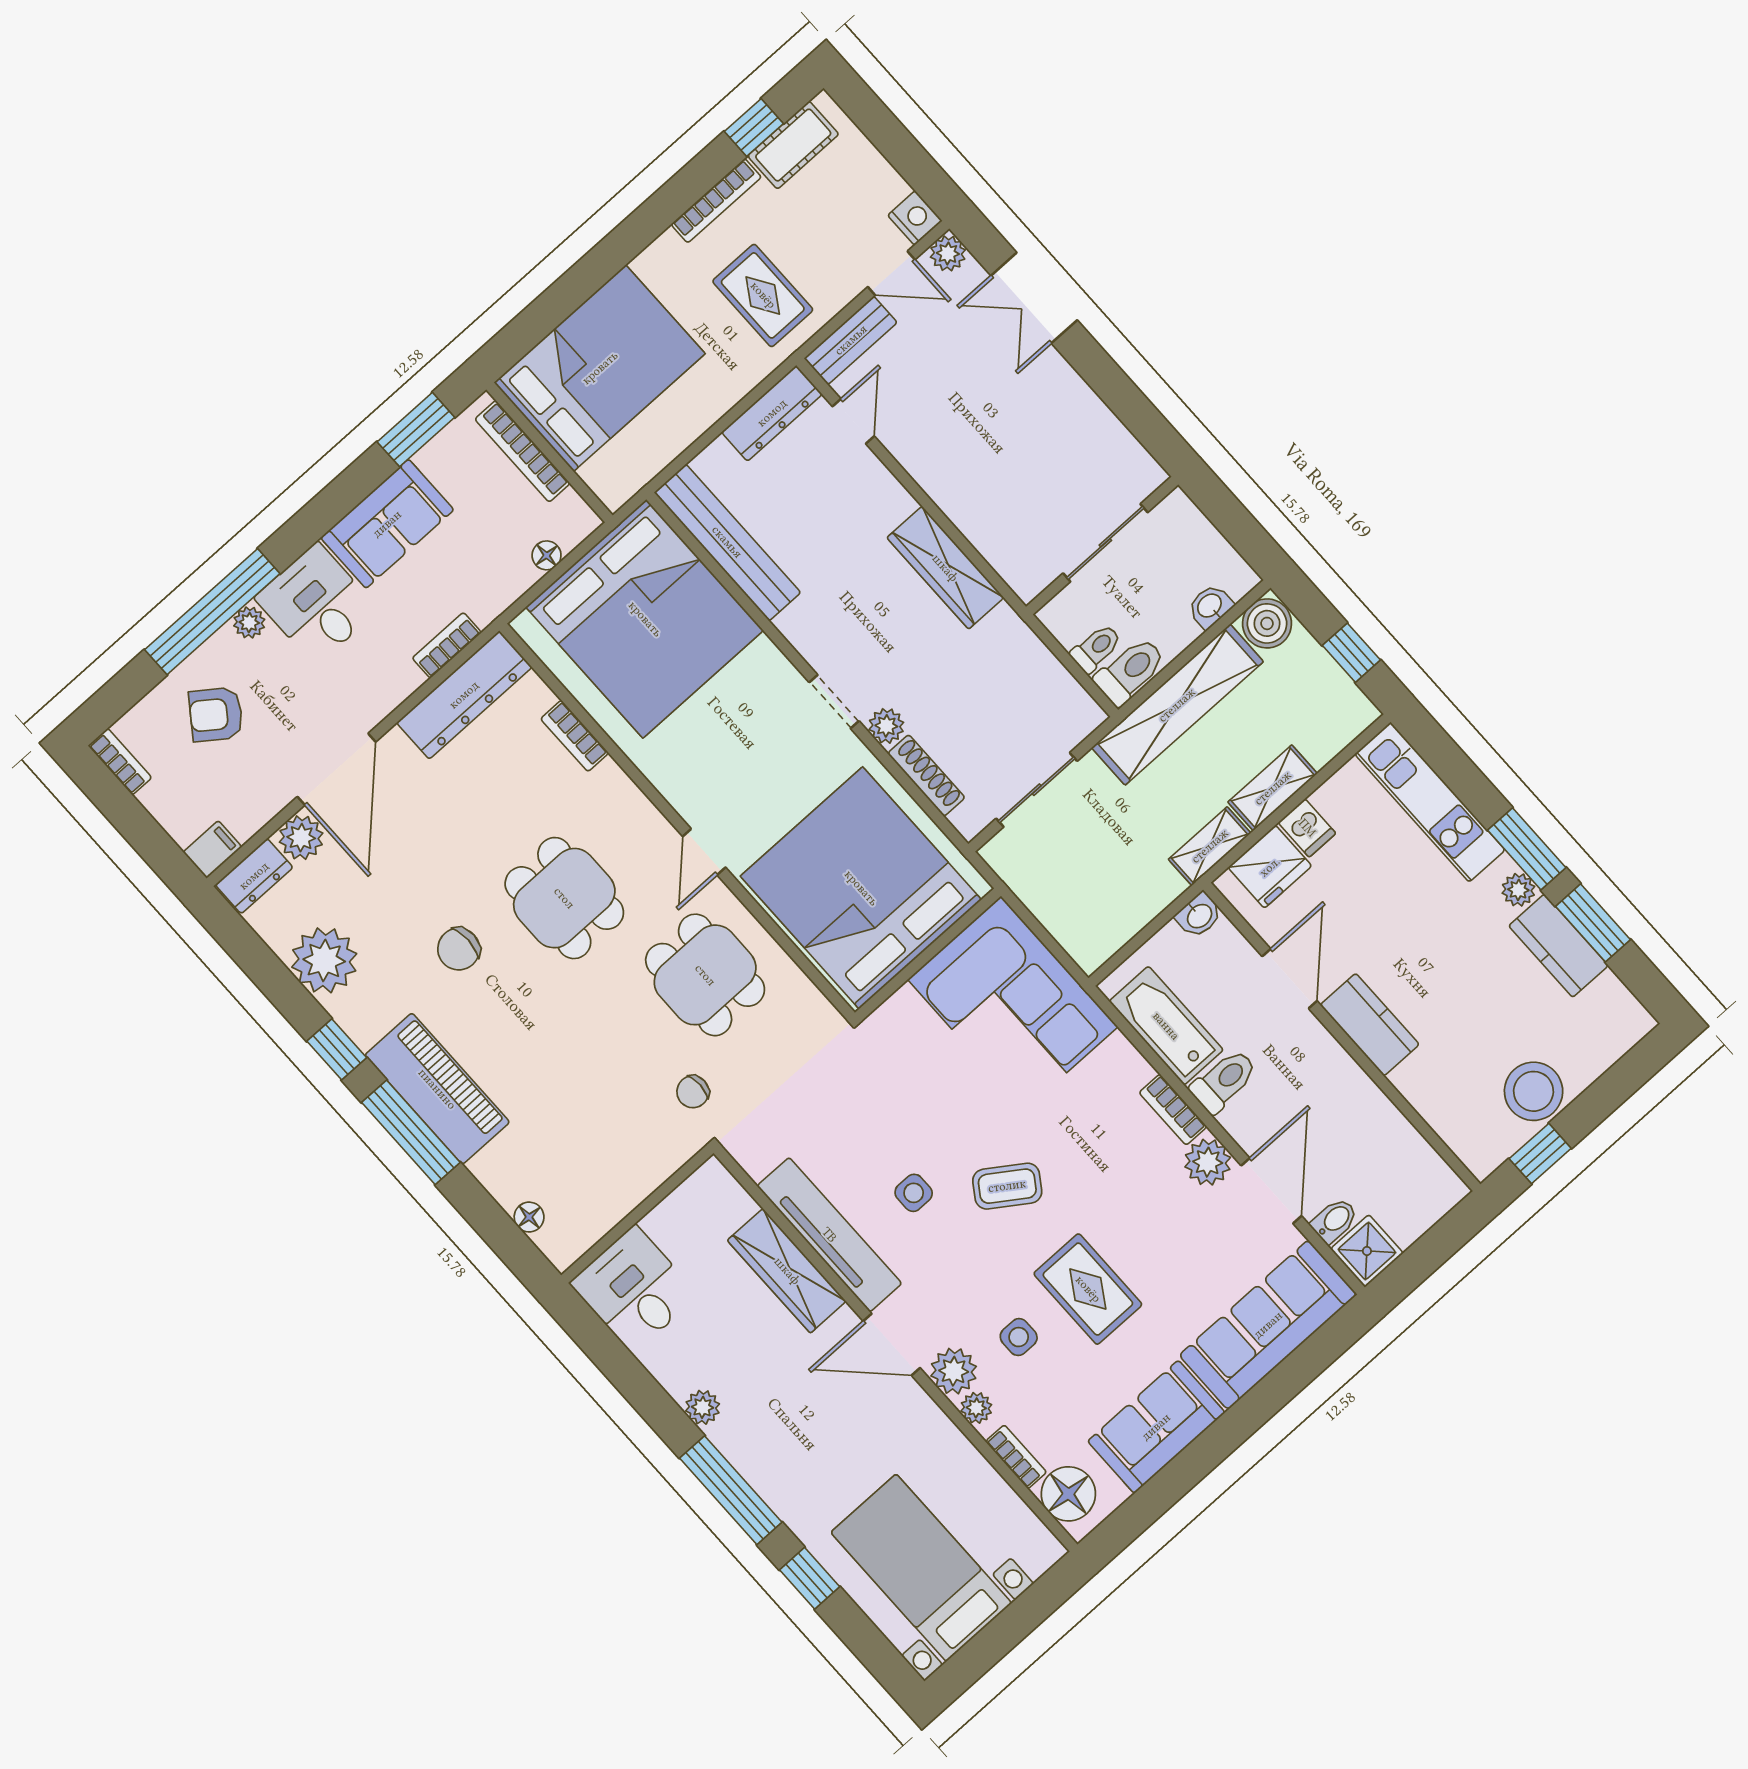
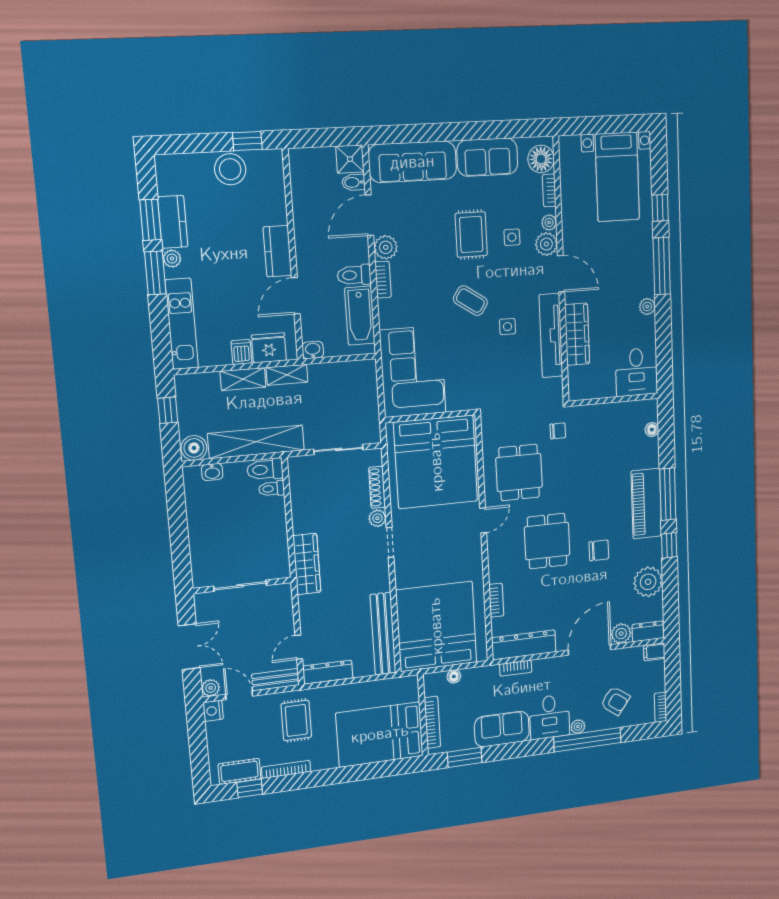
sliding door: (1105, 543) -> (240, 586), moved
wall: (1102, 546) -> (242, 585), moved

